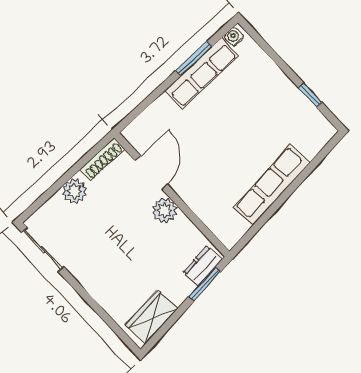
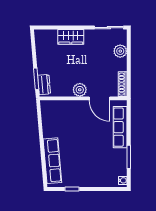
row of seats: (202, 73) -> (120, 127), moved
row of seats: (272, 185) -> (52, 161), moved
plant: (74, 191) -> (120, 51), moved
wardrobe: (152, 317) -> (71, 37), moved, turned 95

